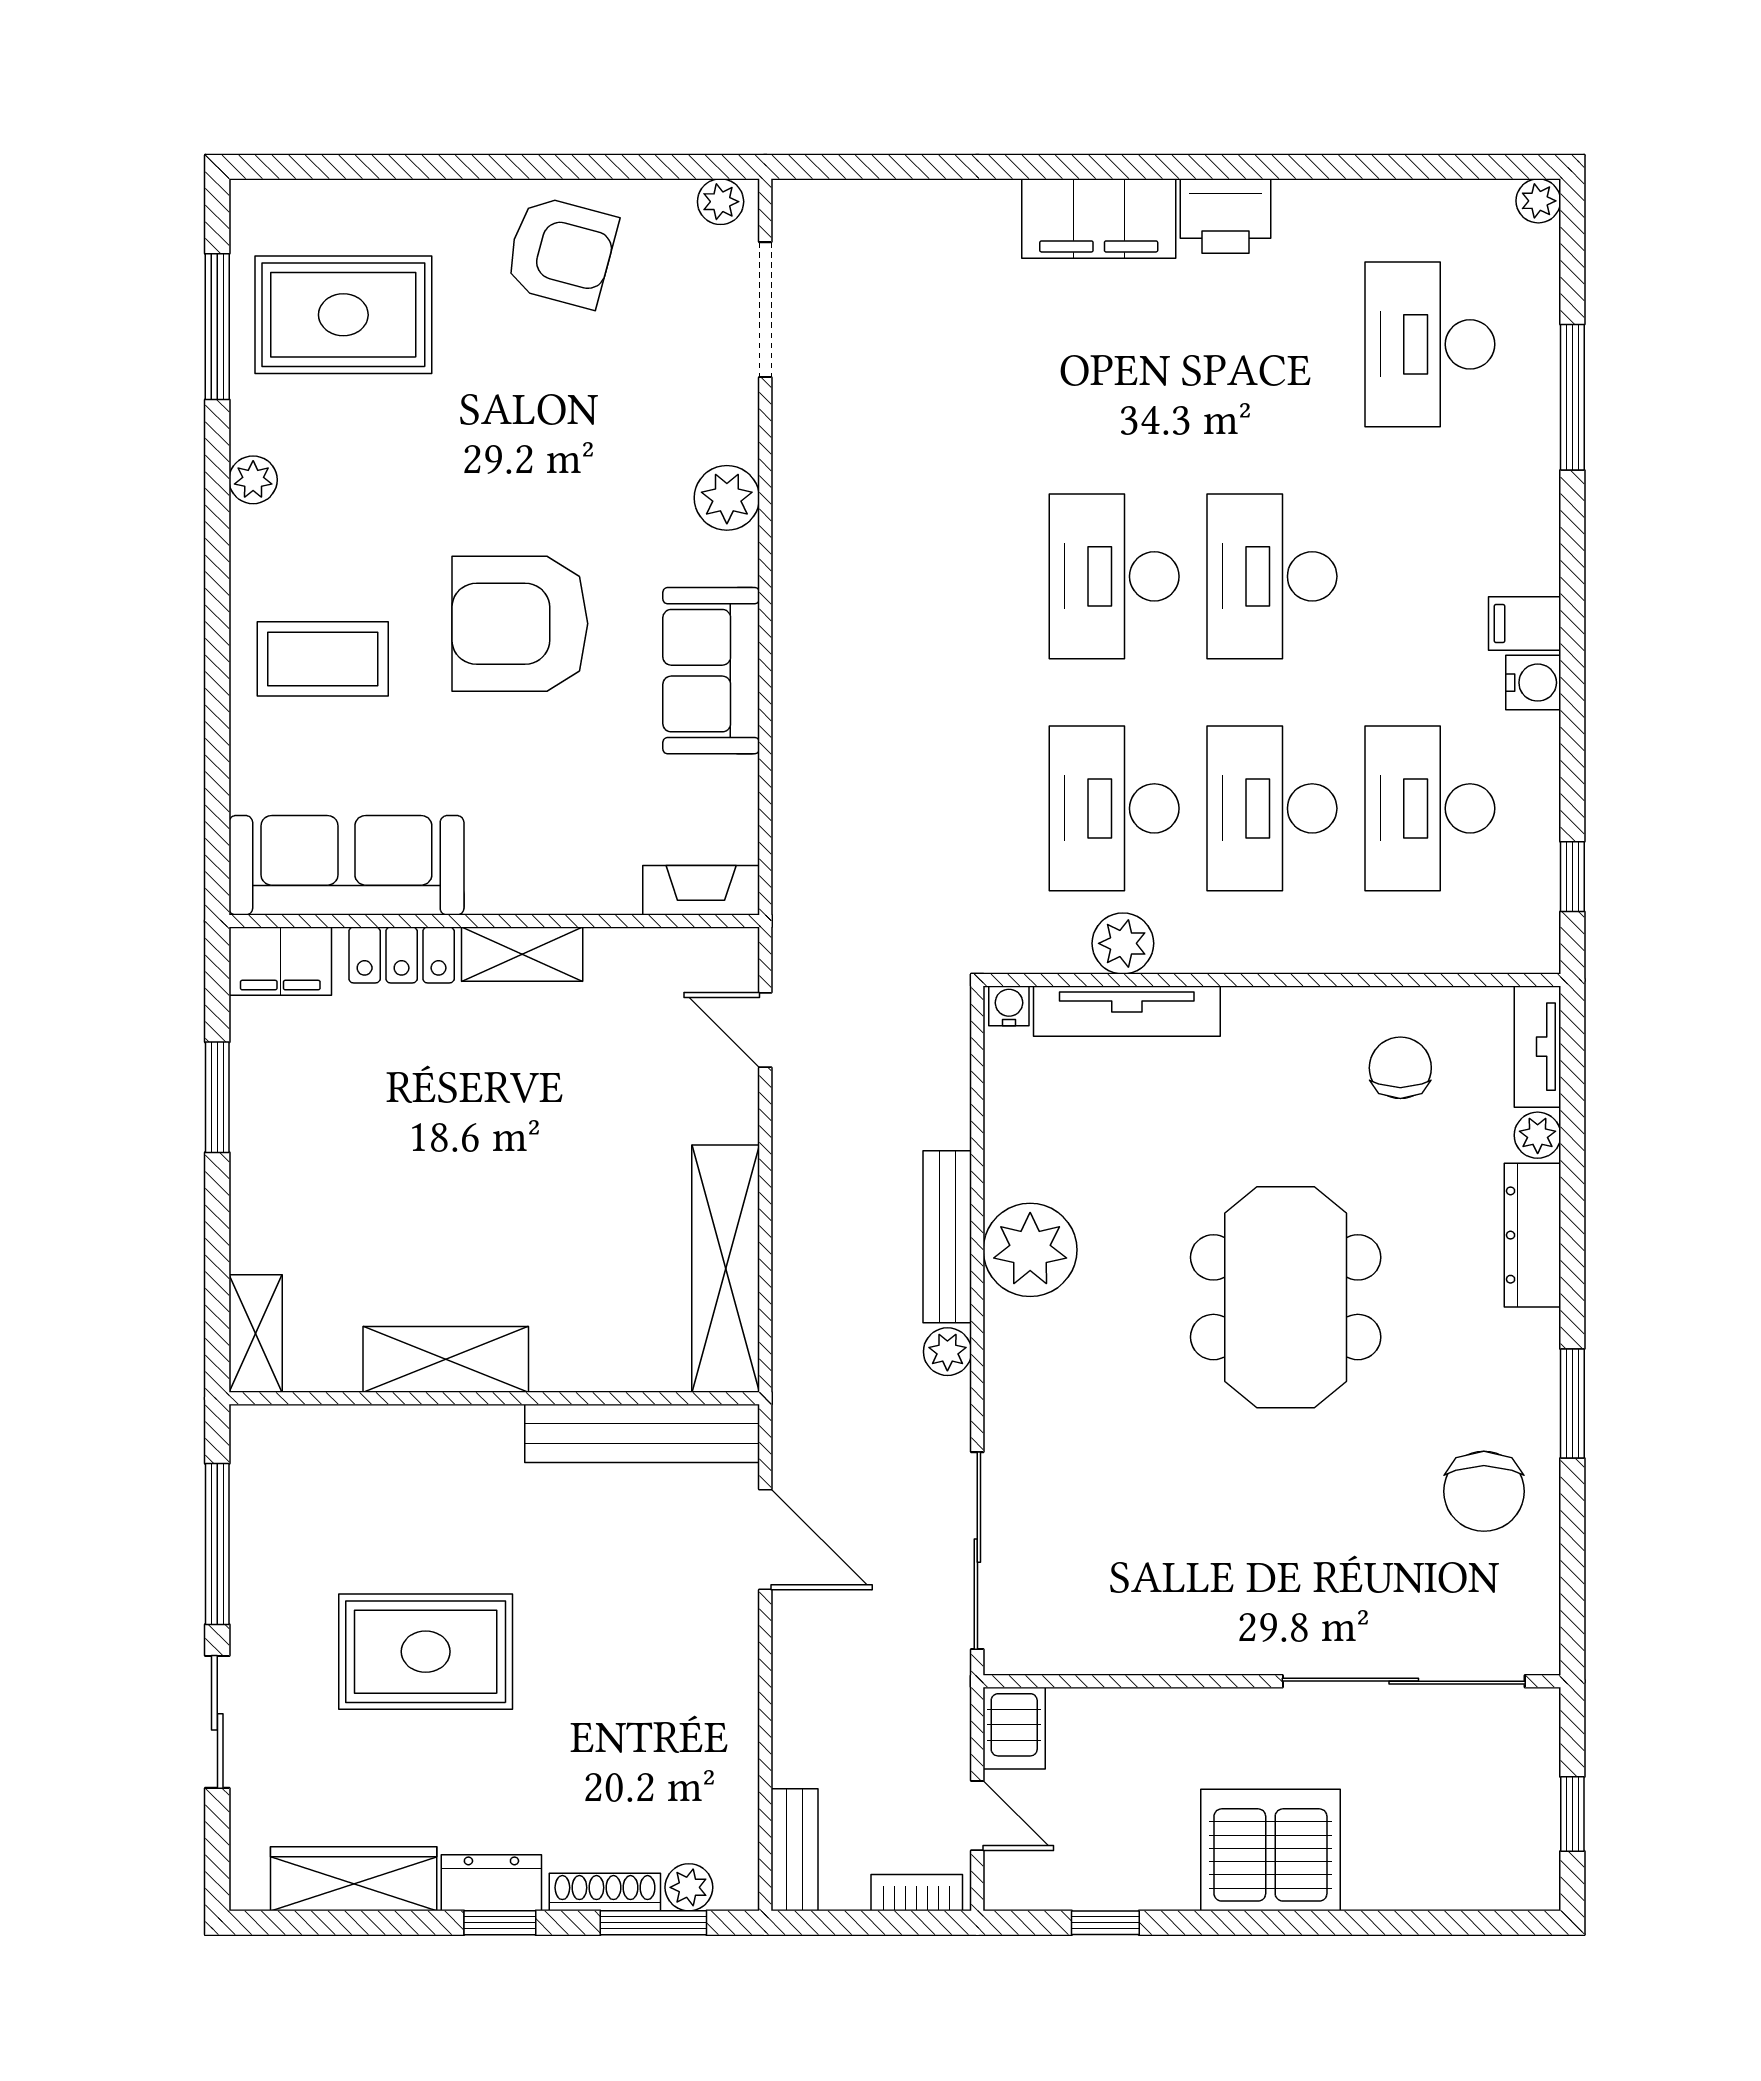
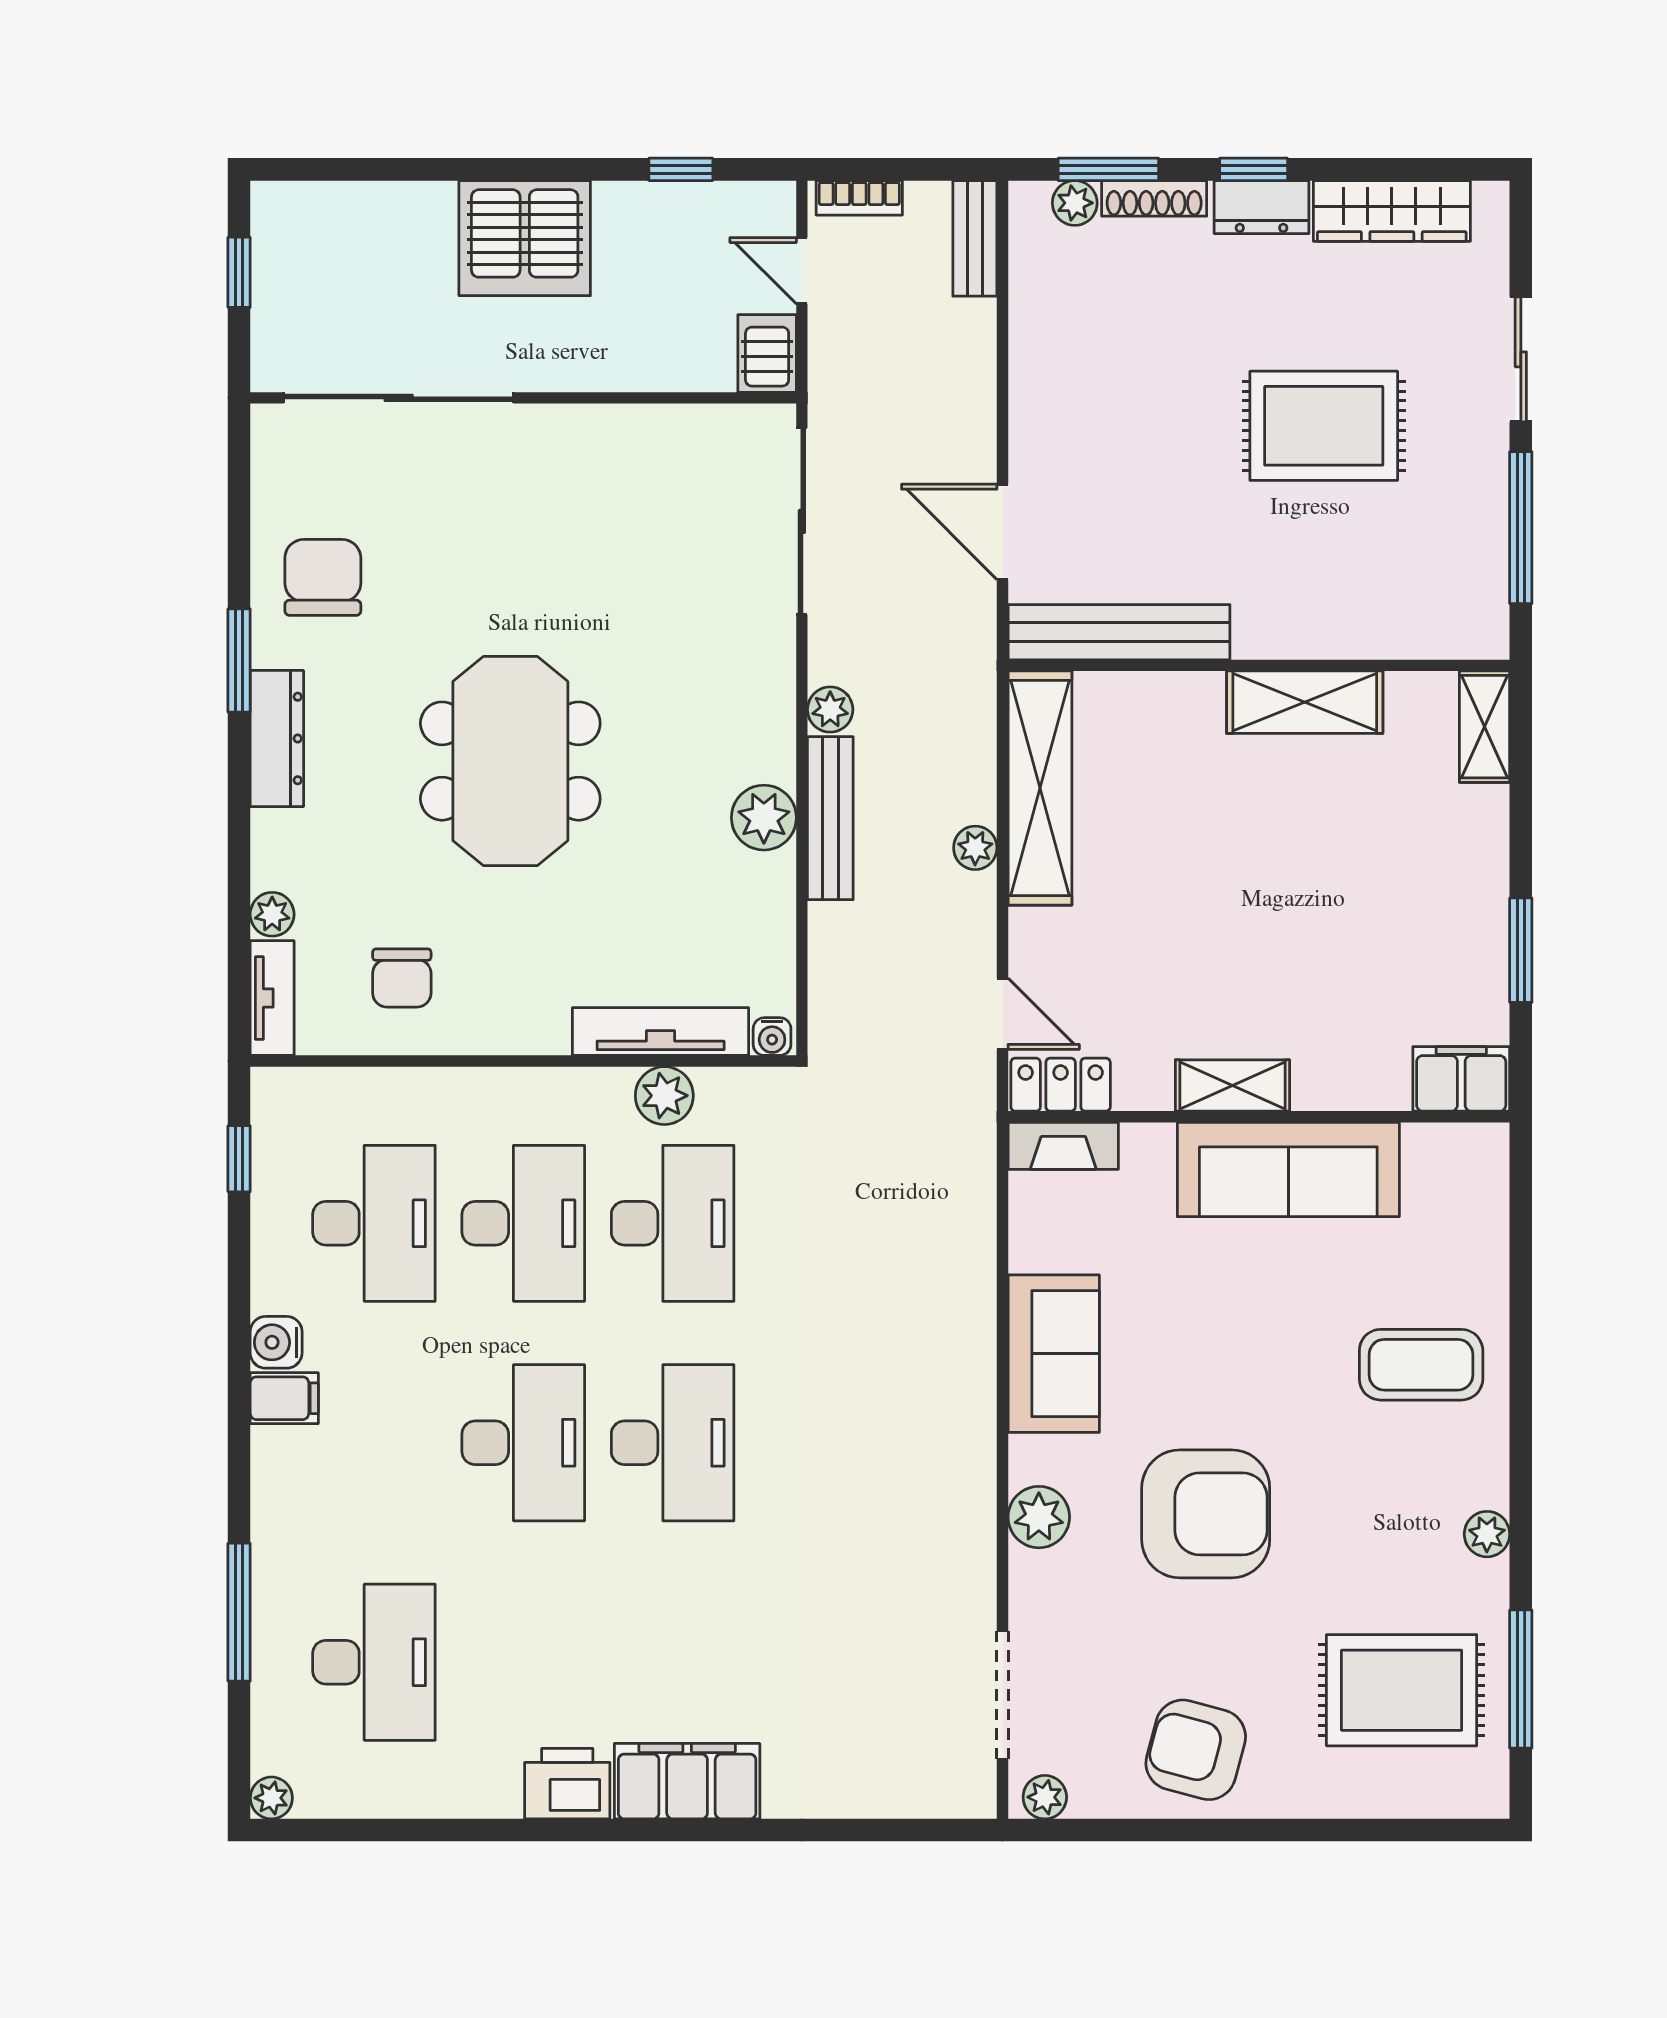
armchair: (520, 624) -> (1206, 1514), moved
sofa: (346, 865) -> (1288, 1170), moved
locker: (402, 955) -> (1061, 1085), moved
plant: (794, 1205) -> (975, 848), added
dresser: (1533, 1235) -> (277, 738), moved
plant: (1030, 1250) -> (764, 818), width x0.73, depth x0.73

